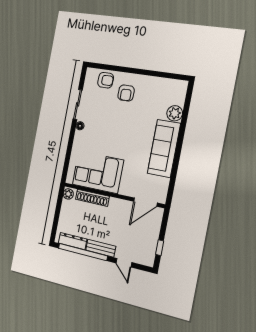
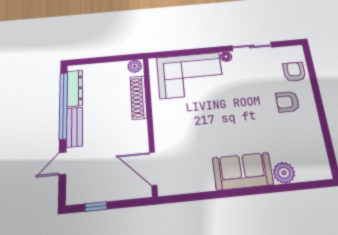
armchair: (106, 80) -> (294, 72), turned 180
sofa: (164, 149) -> (243, 171), width x0.73
corner sofa: (98, 172) -> (190, 75), moved, turned 90

